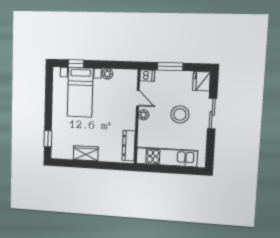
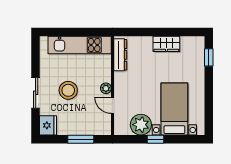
window: (76, 64) -> (156, 139), moved
plant: (107, 74) -> (141, 125), width x1.88, depth x1.88
dishwasher: (147, 75) -> (104, 129), removed

